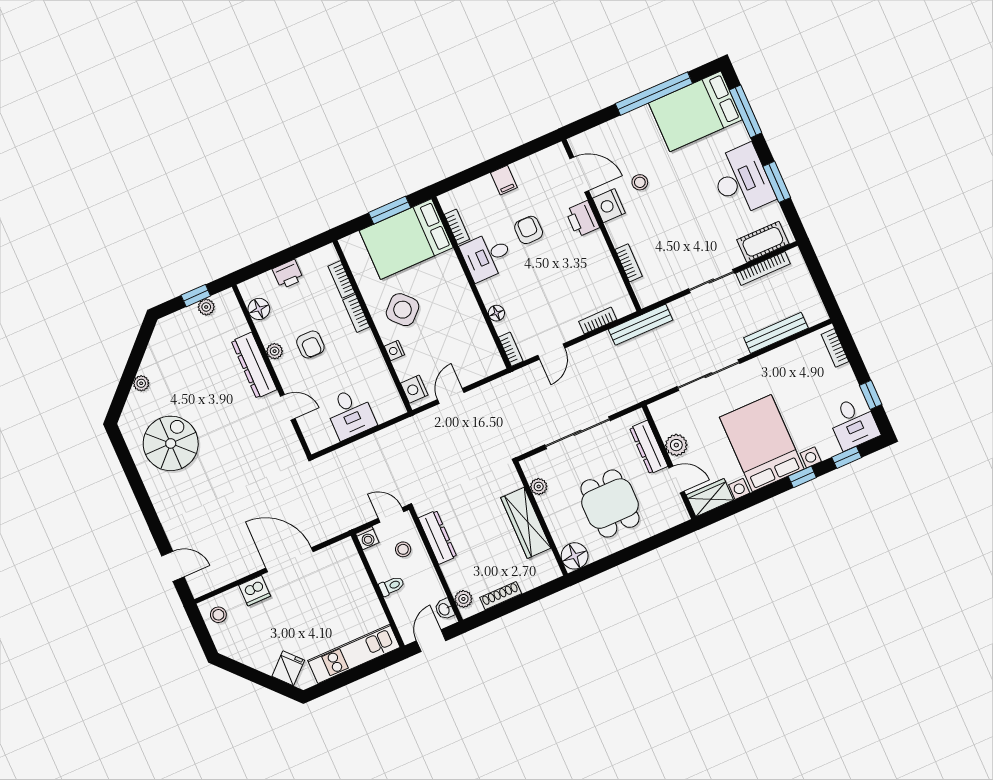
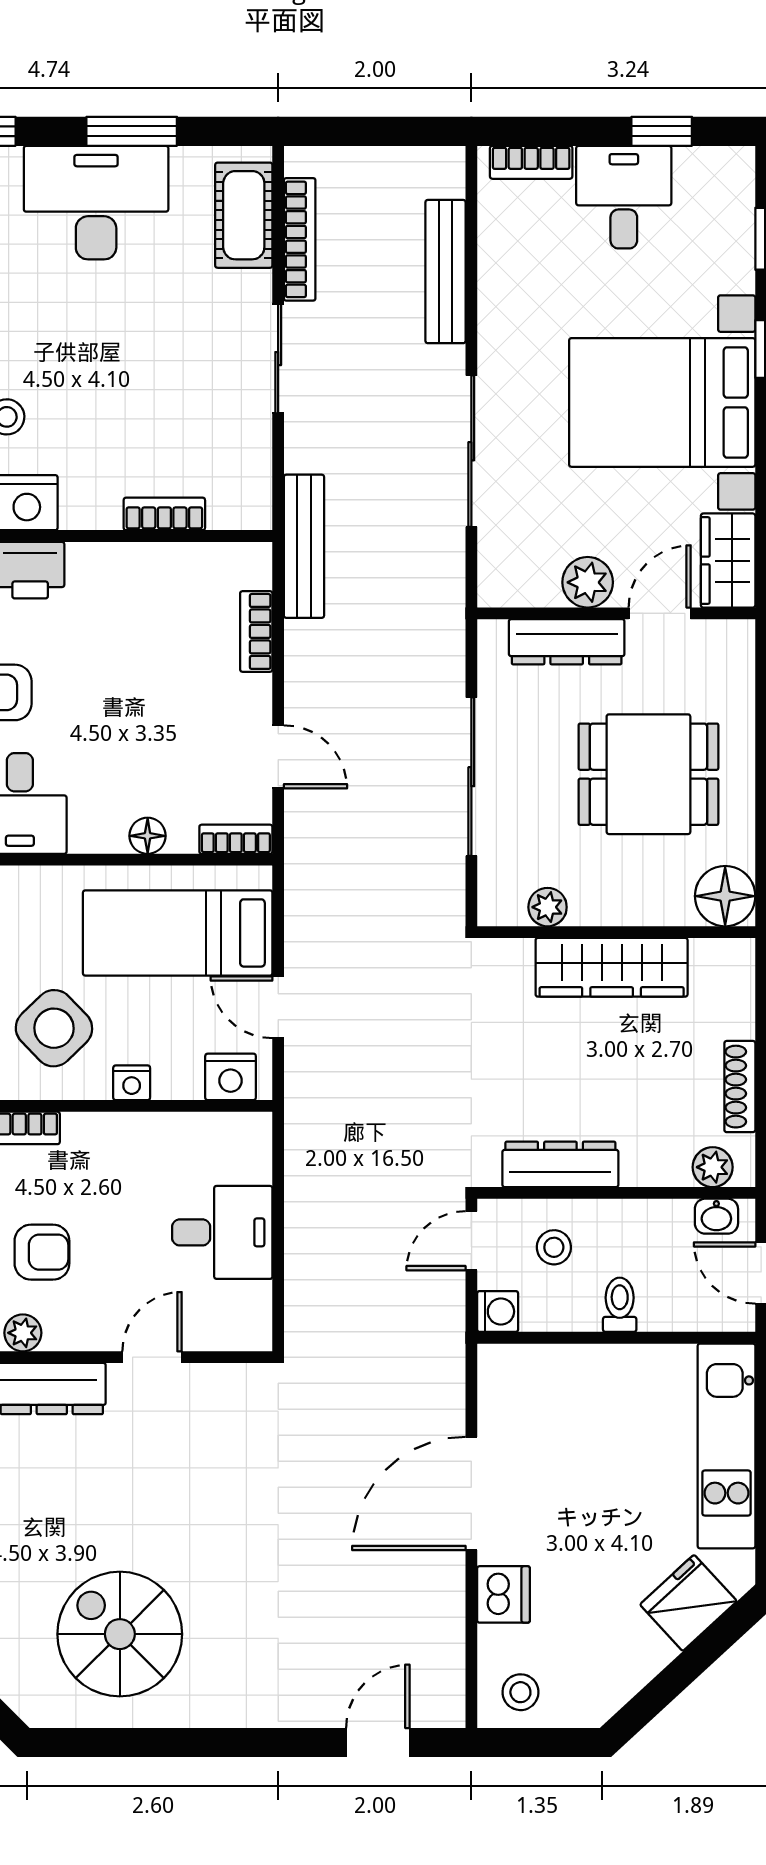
bed: (463, 342) -> (178, 933), added
desk: (853, 423) -> (624, 197), moved, turned -90
fridge: (288, 668) -> (688, 1603), width x1.38

